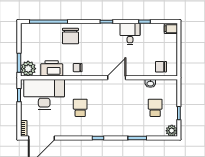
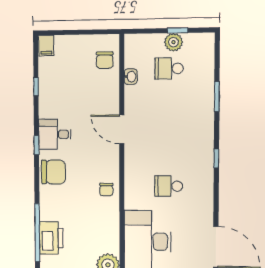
desk: (130, 34) -> (55, 134), moved
chair: (70, 36) -> (53, 172), moved
printer: (52, 68) -> (51, 238), moved, turned 180
plant: (172, 131) -> (173, 42), moved

